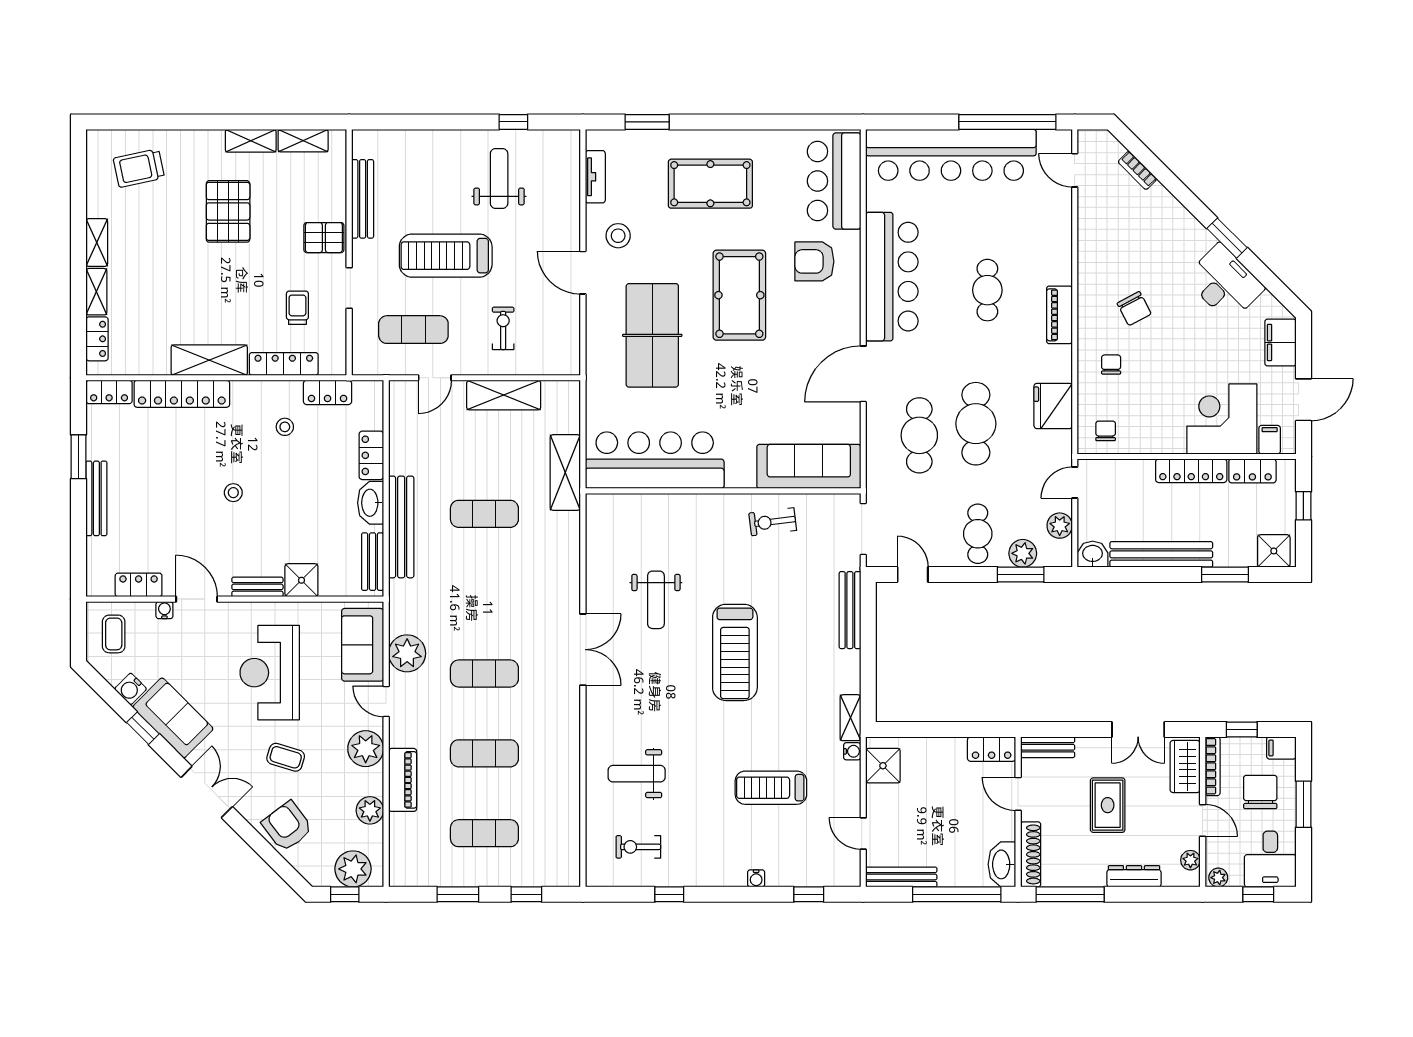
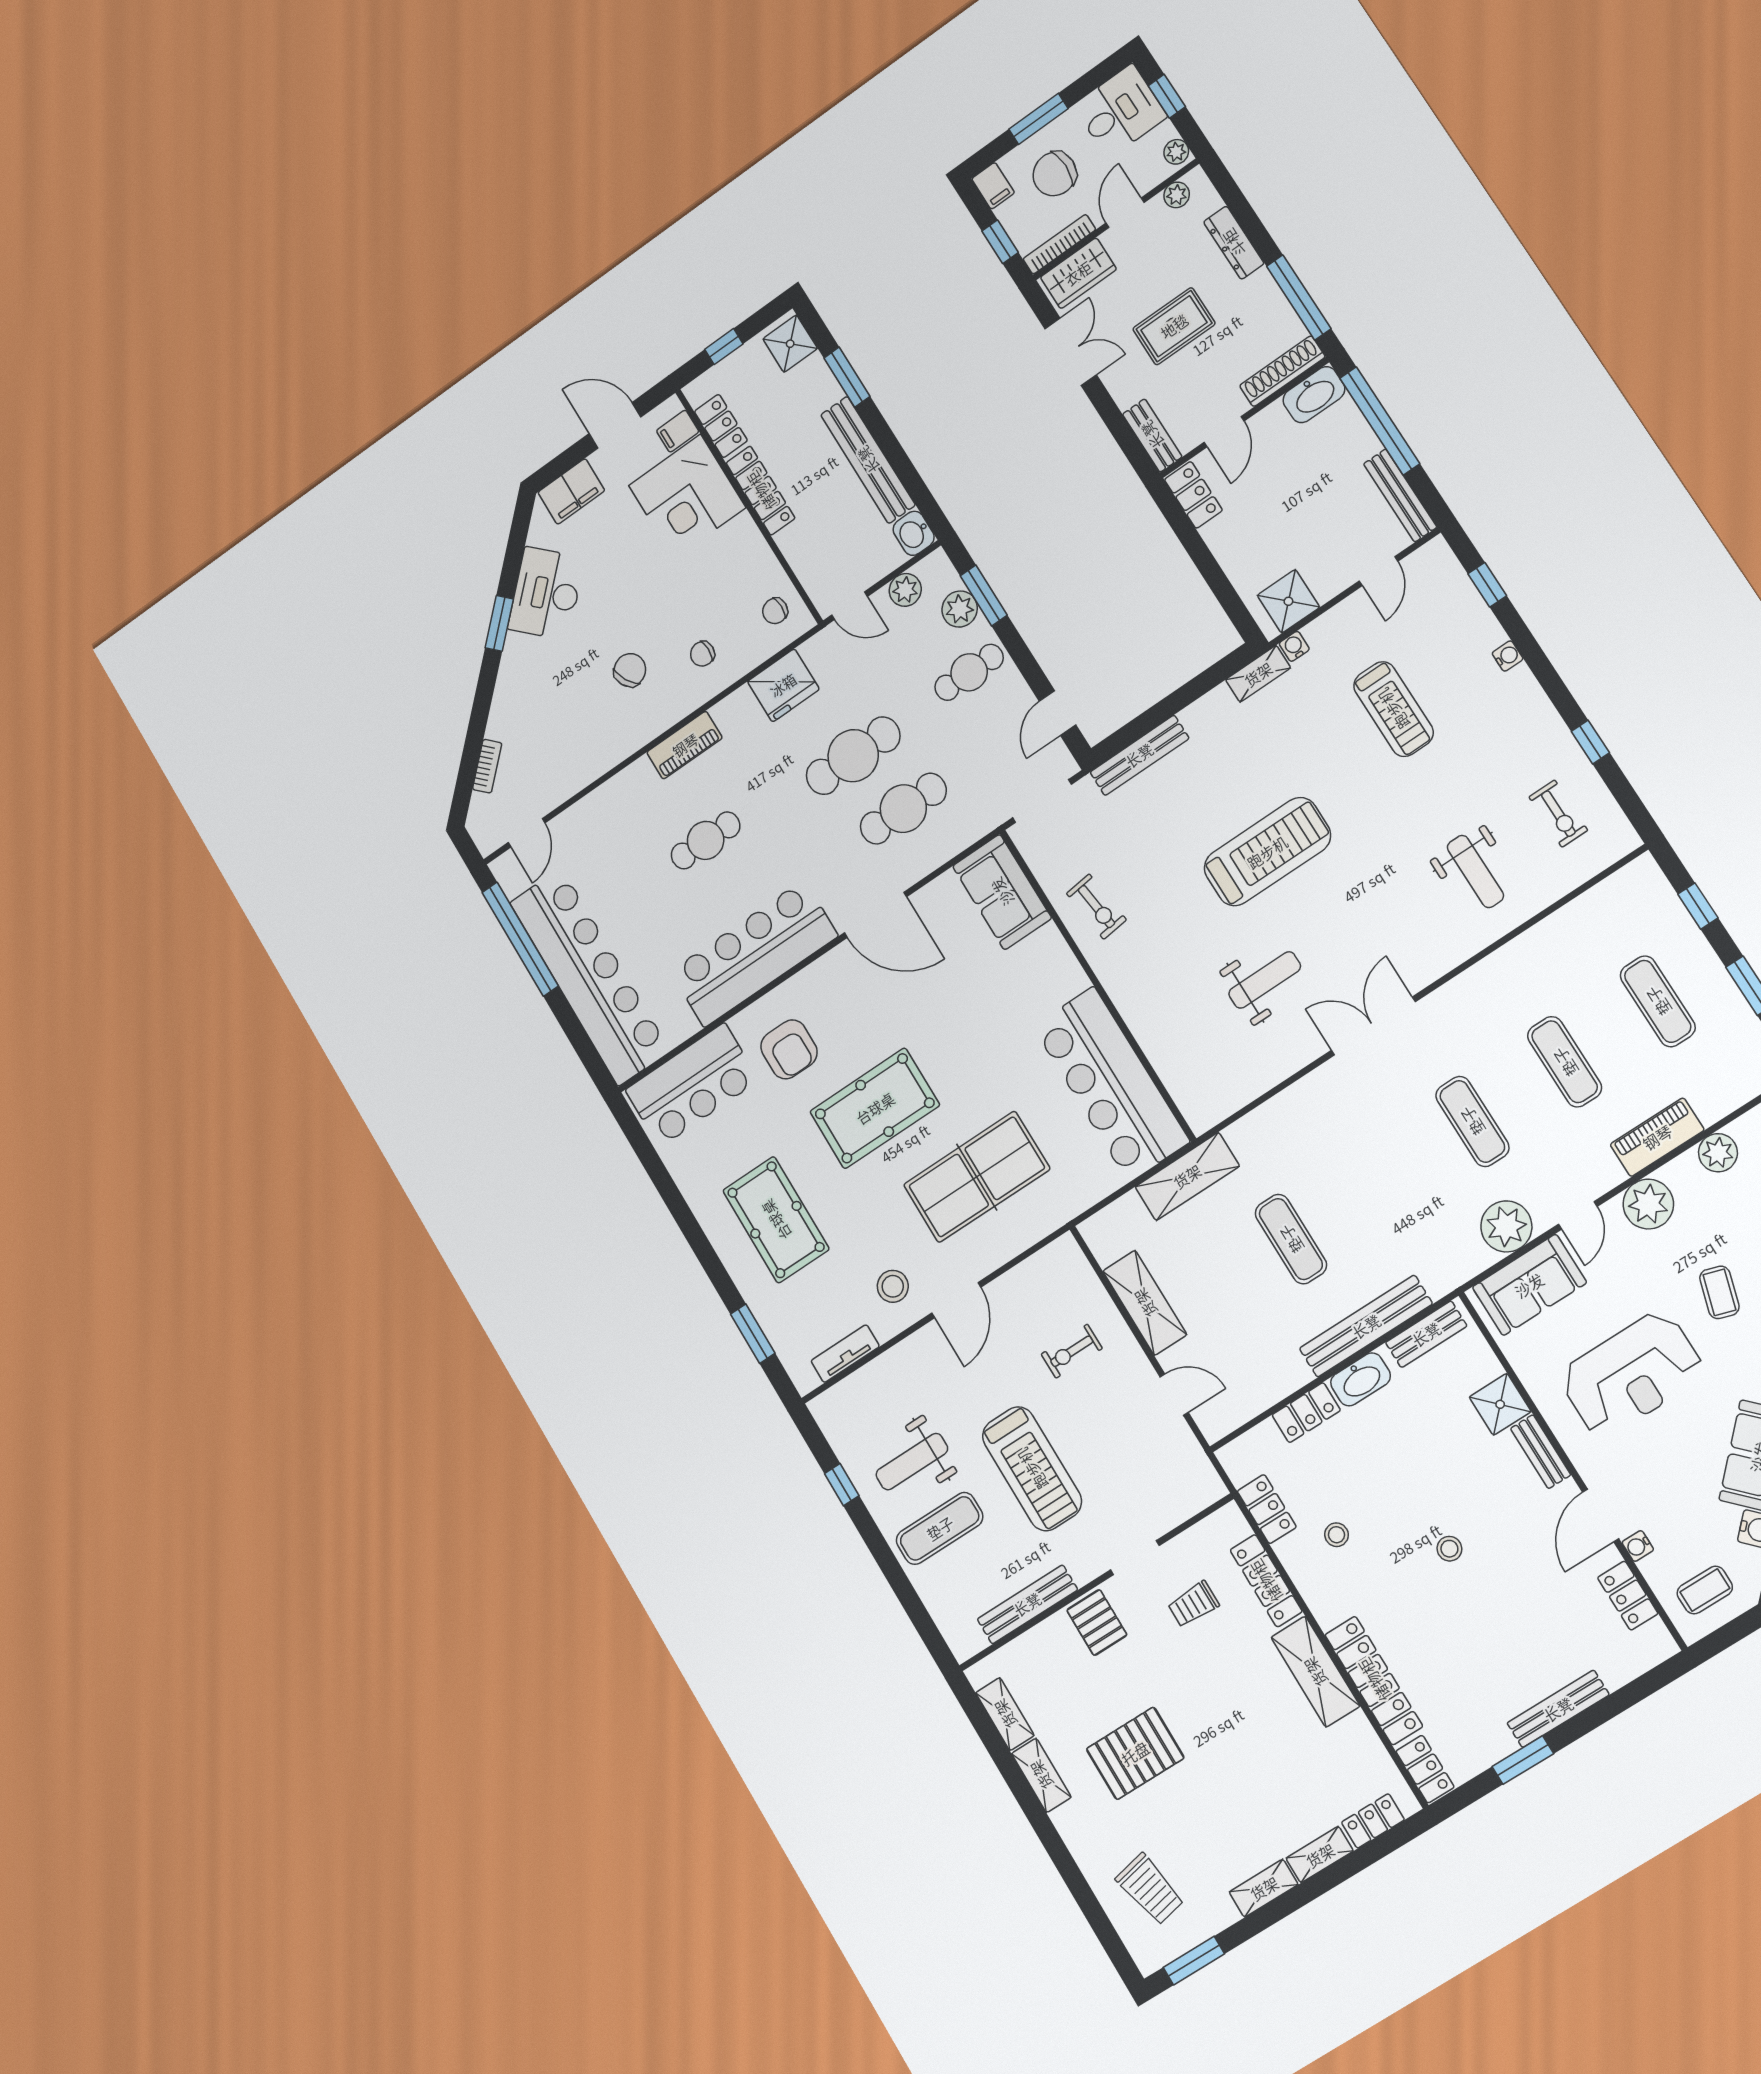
window: (79, 169) -> (1194, 1961), added
exercise mat: (413, 330) -> (940, 1528), moved, turned 90
sofa: (809, 466) -> (1002, 892), width x0.73

